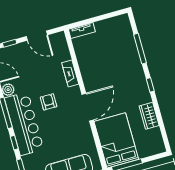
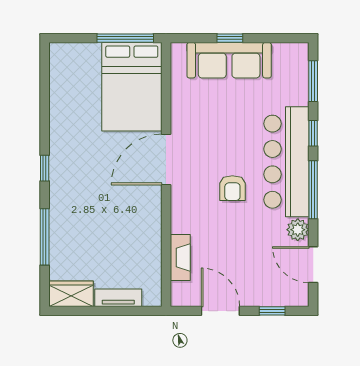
tv unit: (82, 30) -> (118, 298), moved
fireplace: (70, 73) -> (180, 257), moved
wardrobe: (149, 116) -> (71, 294), moved, turned -90

